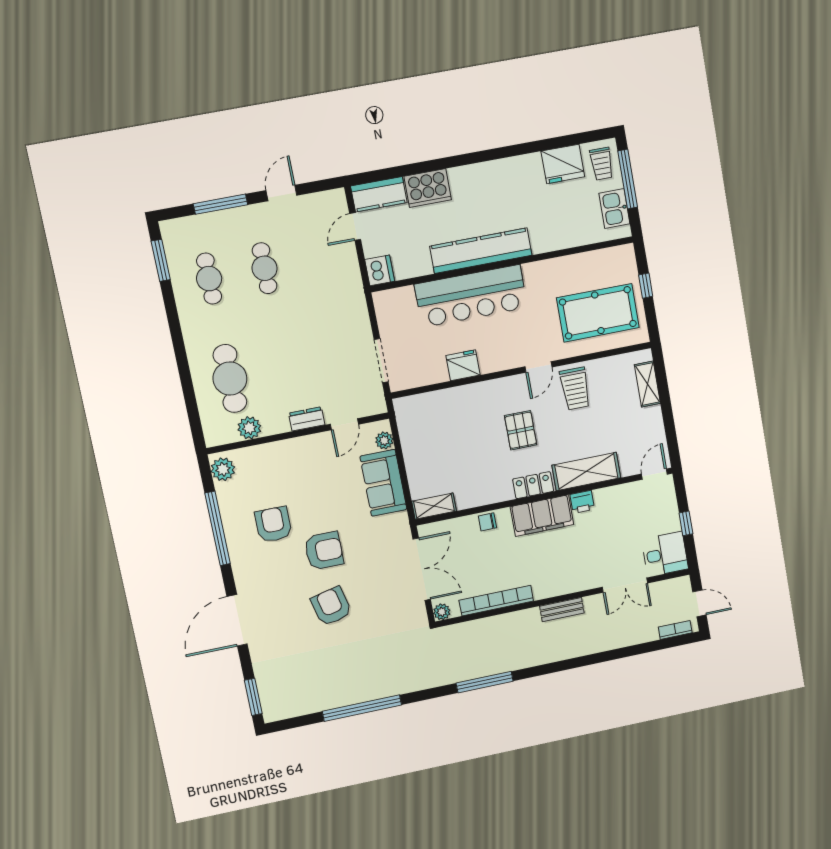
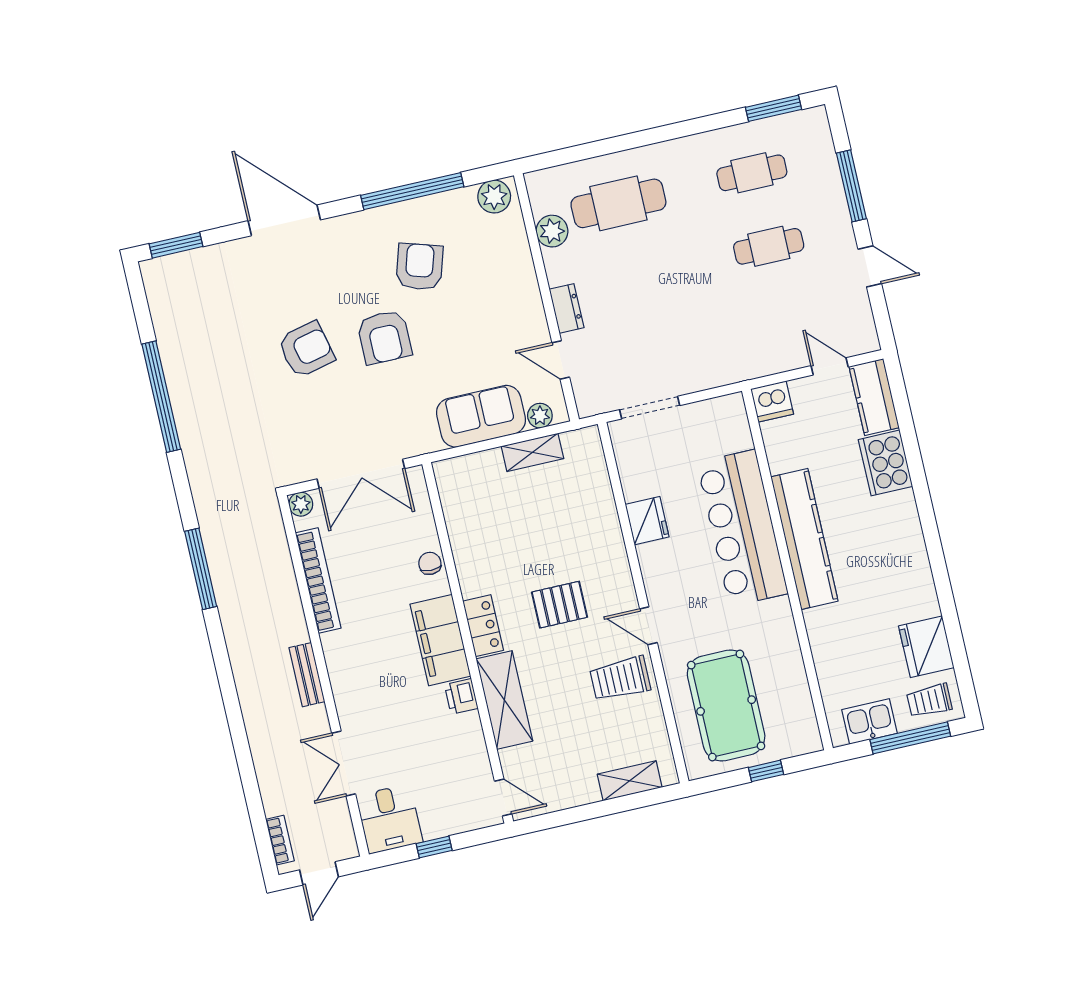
shelving: (434, 506) -> (532, 452), moved, turned 90
armchair: (273, 524) -> (419, 267), turned -73

